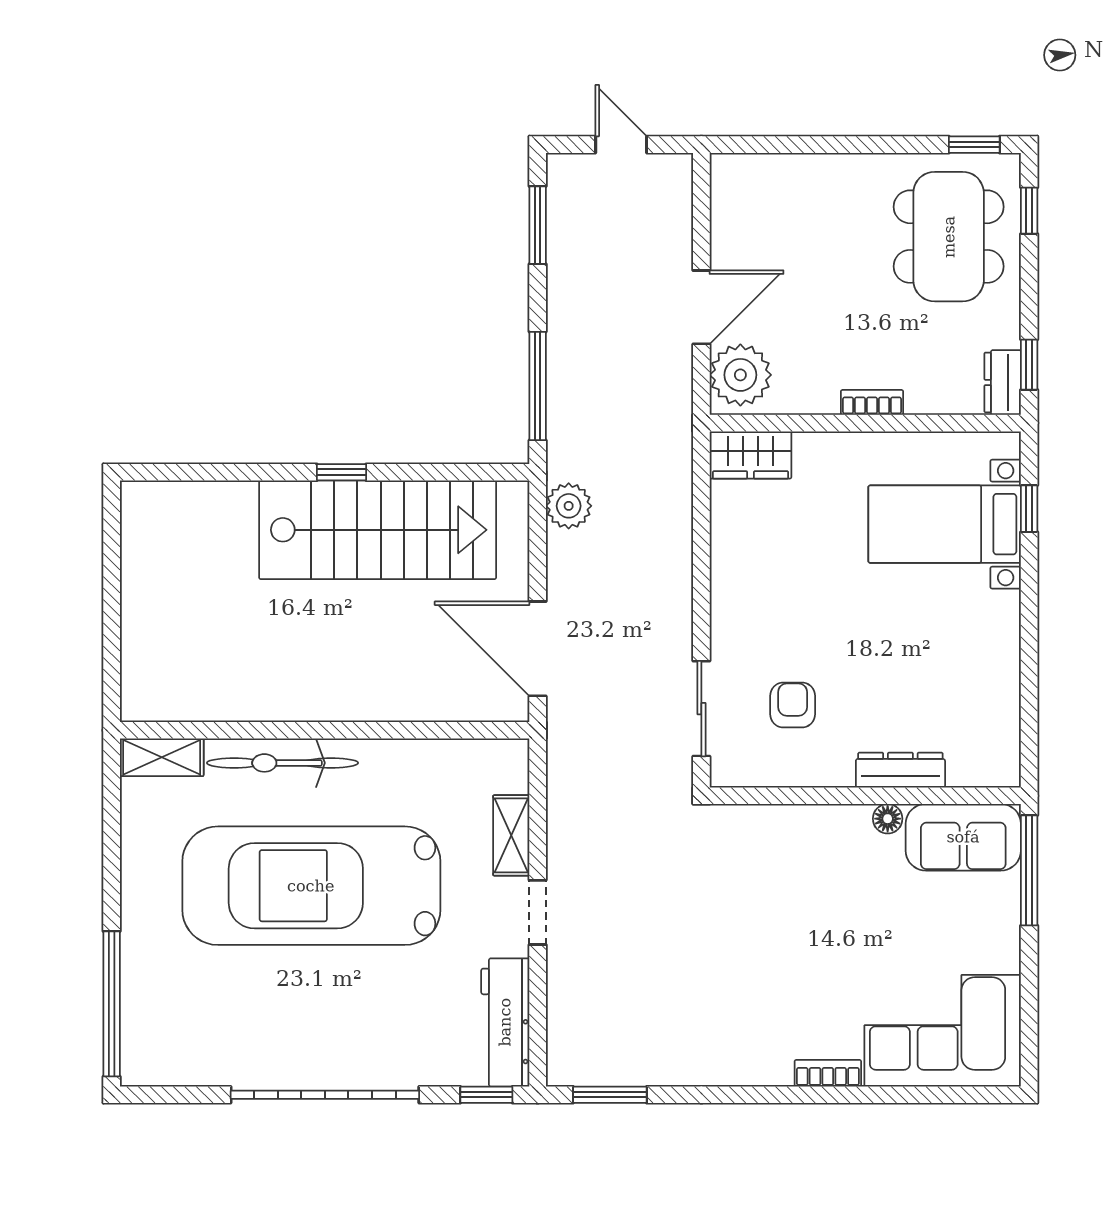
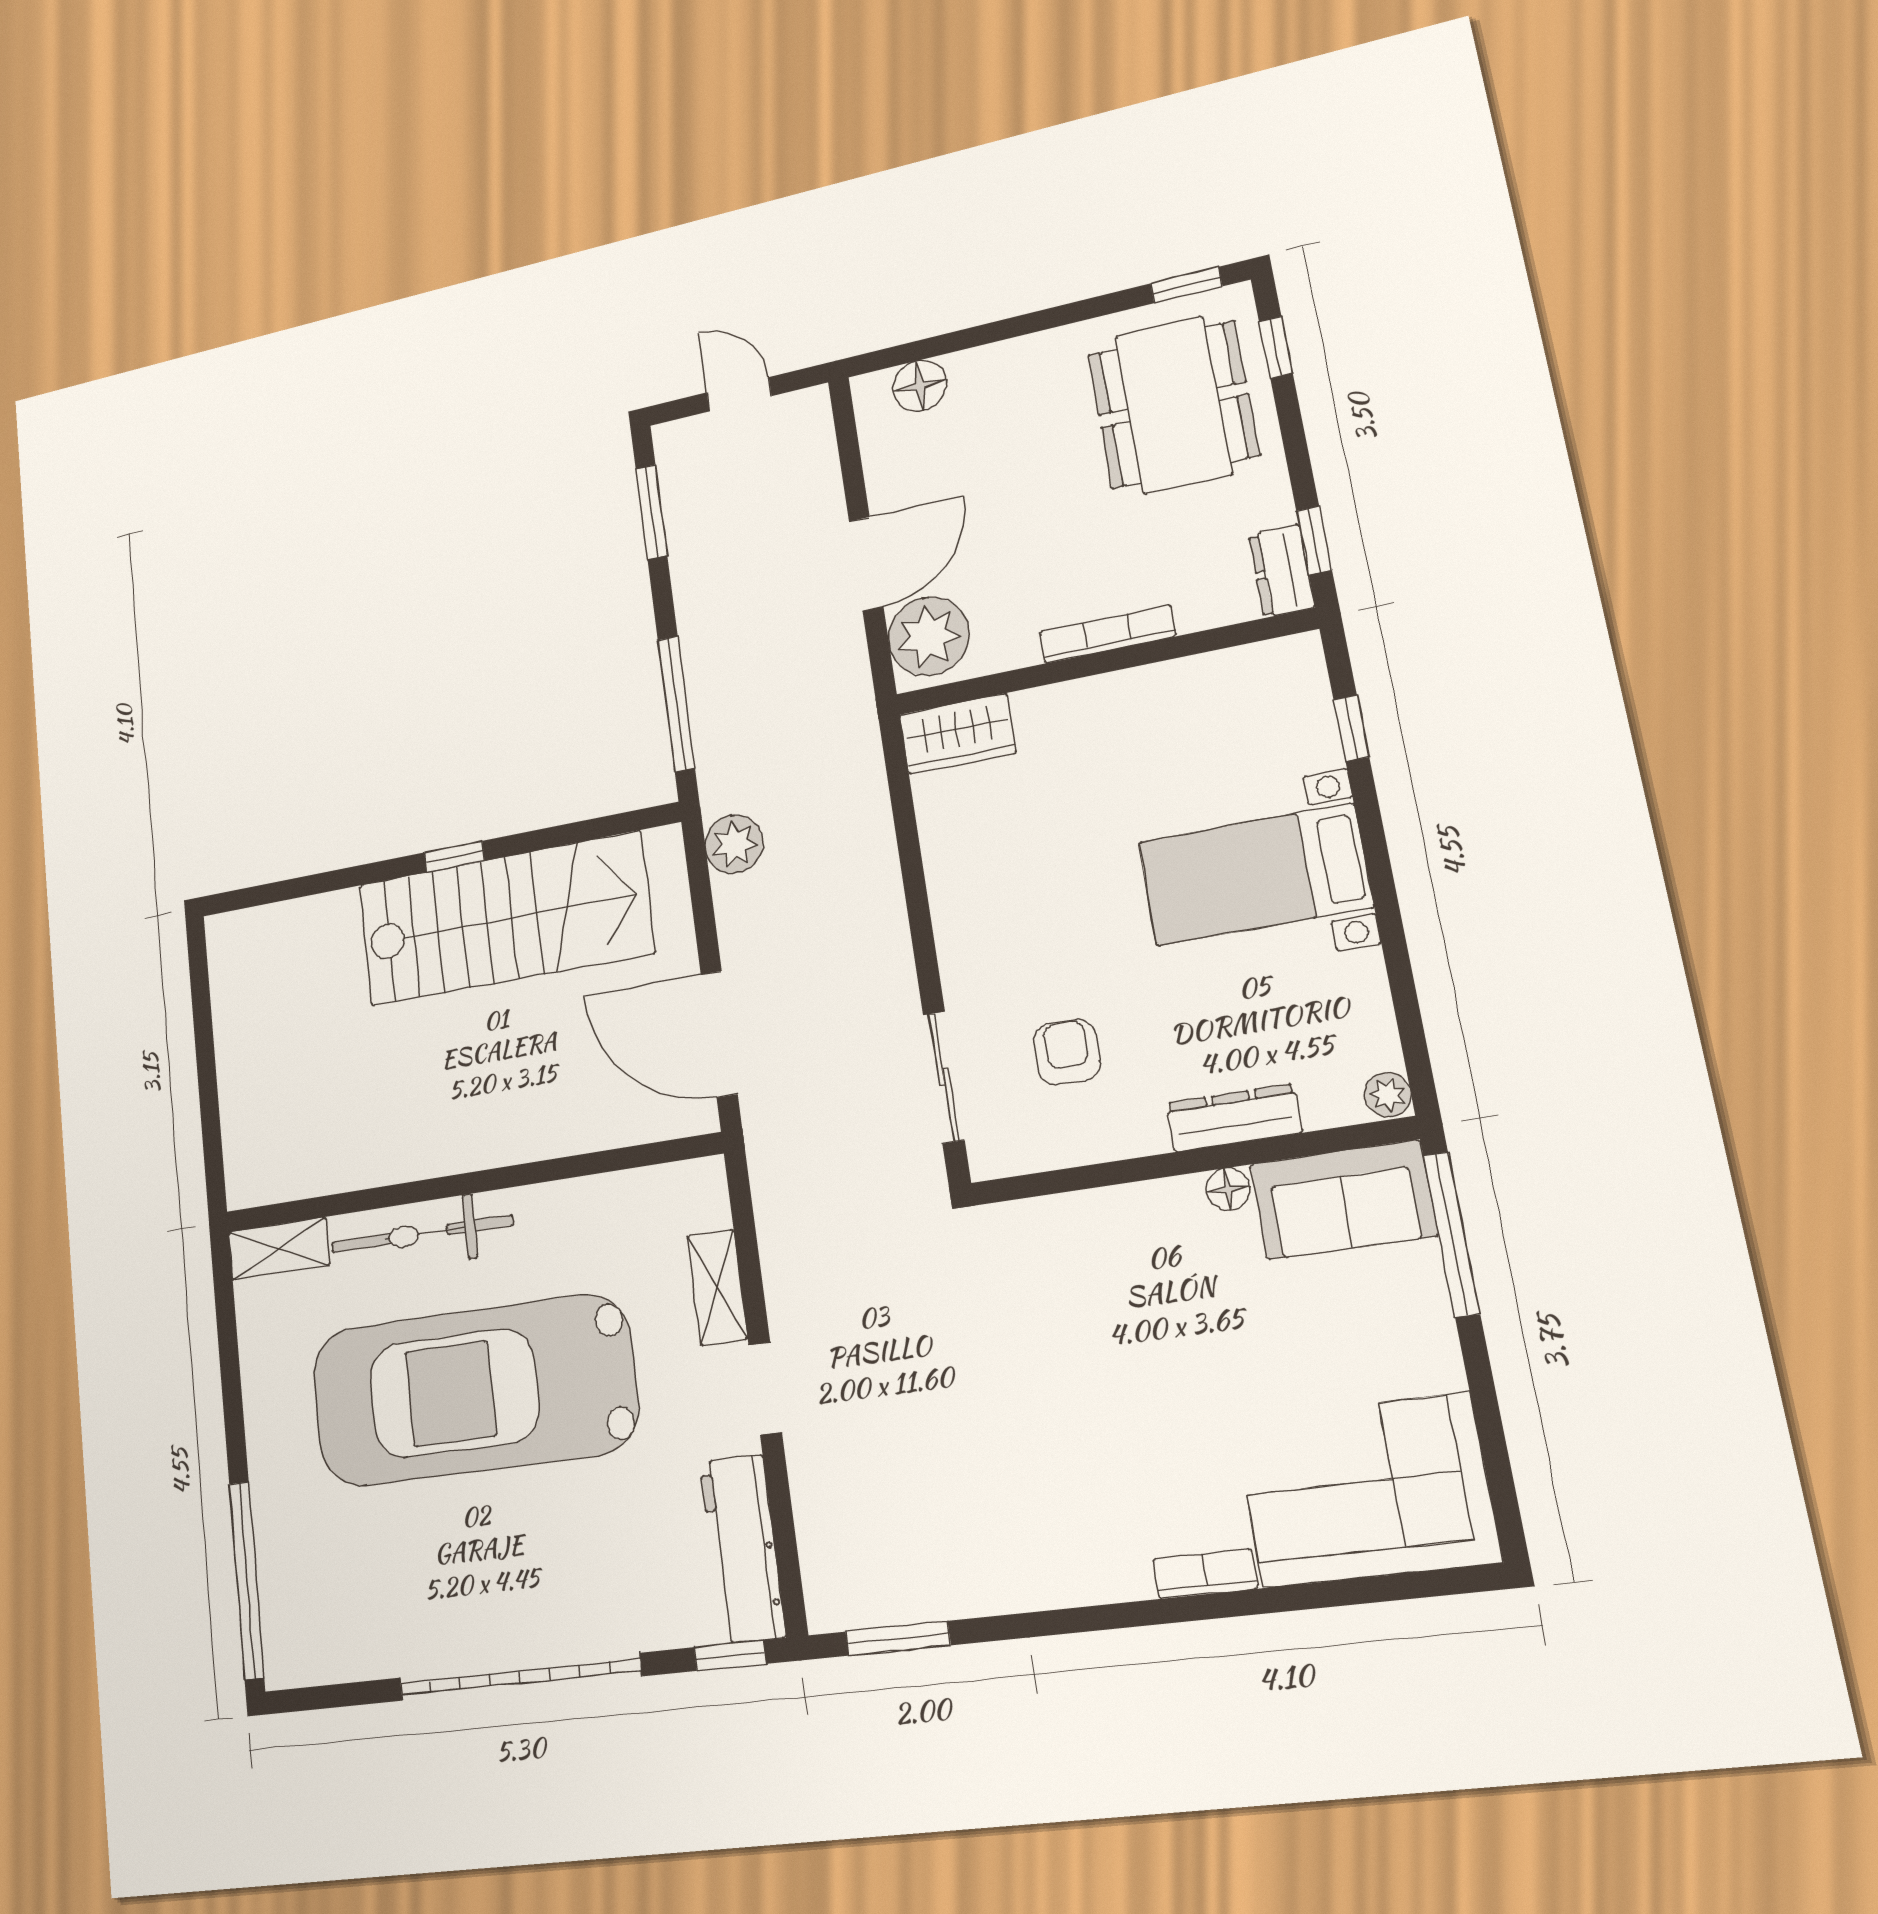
floor lamp: (764, 174) -> (920, 386), added
bookcase: (872, 402) -> (1108, 634), width x1.56
bed with nightstands: (945, 524) -> (1255, 875), moved
plant: (1005, 770) -> (1388, 1095), added

